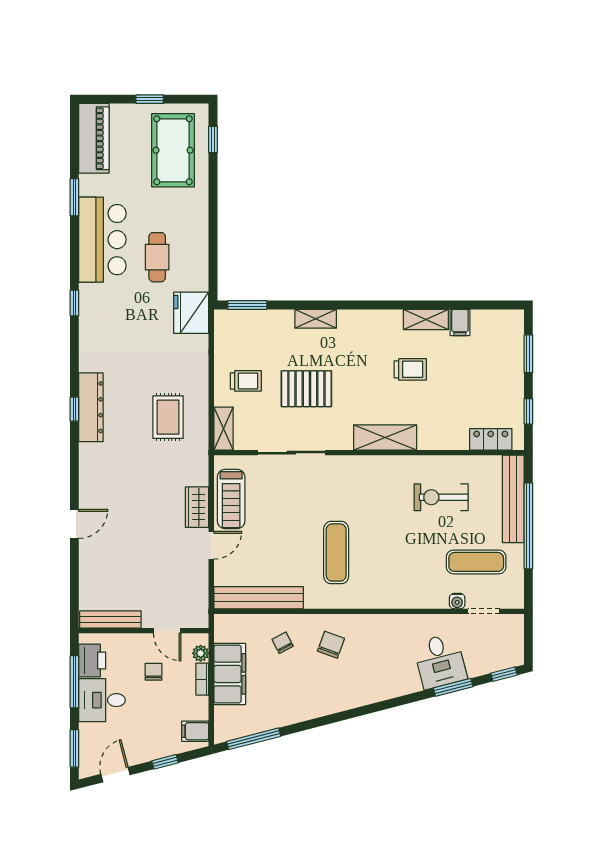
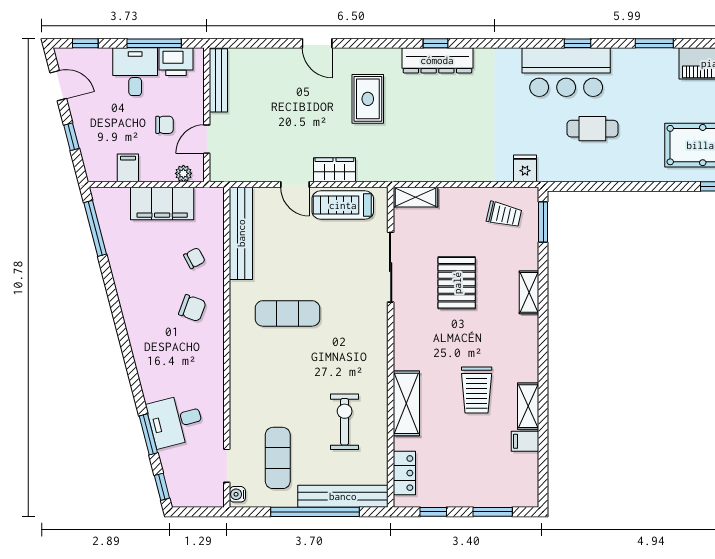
bar counter: (102, 240) -> (566, 72), moved
window: (74, 303) -> (577, 43), moved
fridge: (191, 313) -> (525, 168), width x0.53, depth x0.75
trolley: (410, 369) -> (477, 390), width x1.36, depth x1.39
trolley: (246, 381) -> (504, 215), moved, turned -77
rug: (168, 417) -> (368, 99), moved, turned 90
shelving: (385, 437) -> (406, 403), moved
water cooler: (457, 601) -> (237, 494), moved
bookcase: (202, 679) -> (157, 175), removed
filing cabinet: (195, 731) -> (128, 168), moved
window: (74, 748) -> (85, 43), width x0.67

